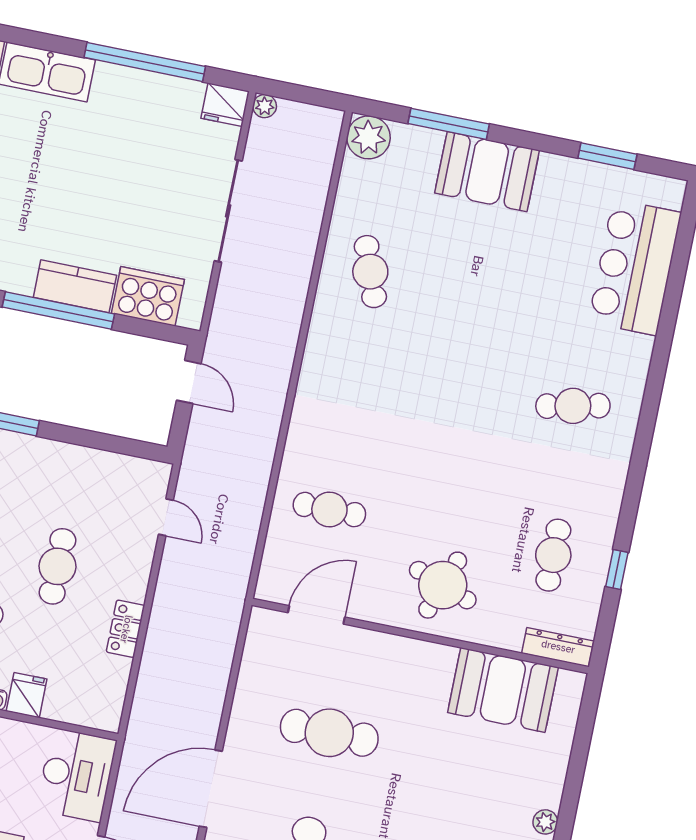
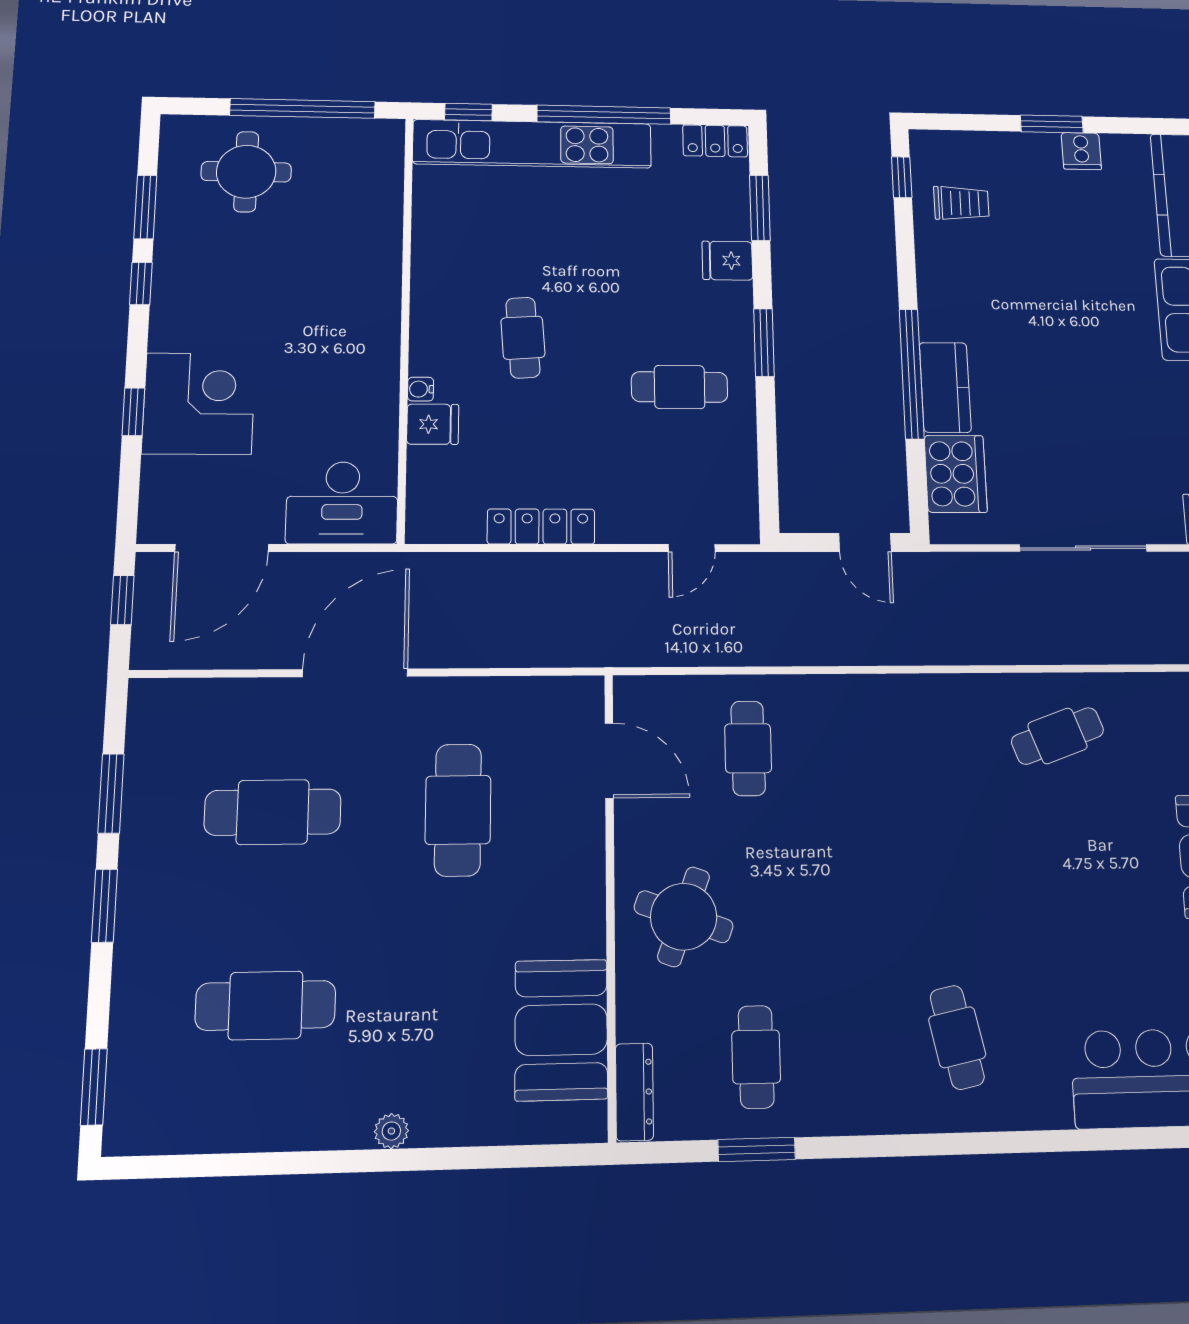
door: (189, 382) -> (865, 542), hinge flipped
cafe table: (553, 555) -> (756, 1057), turned 90
cafe table: (57, 566) -> (680, 387), moved
window: (617, 569) -> (757, 1150), width x1.50
locker: (126, 629) -> (541, 527), width x1.53
door: (211, 789) -> (355, 673), hinge flipped

